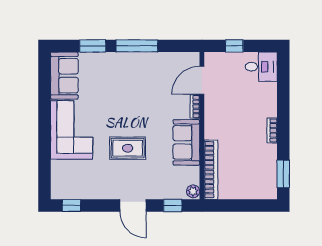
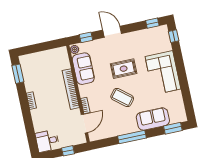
window: (93, 46) -> (173, 128), moved
sofa: (64, 76) -> (153, 119), moved, turned 90
coffee table: (139, 107) -> (122, 98), added
sofa: (186, 142) -> (83, 69), moved
bookcase: (211, 170) -> (71, 89), moved
window: (45, 180) -> (174, 36), added

